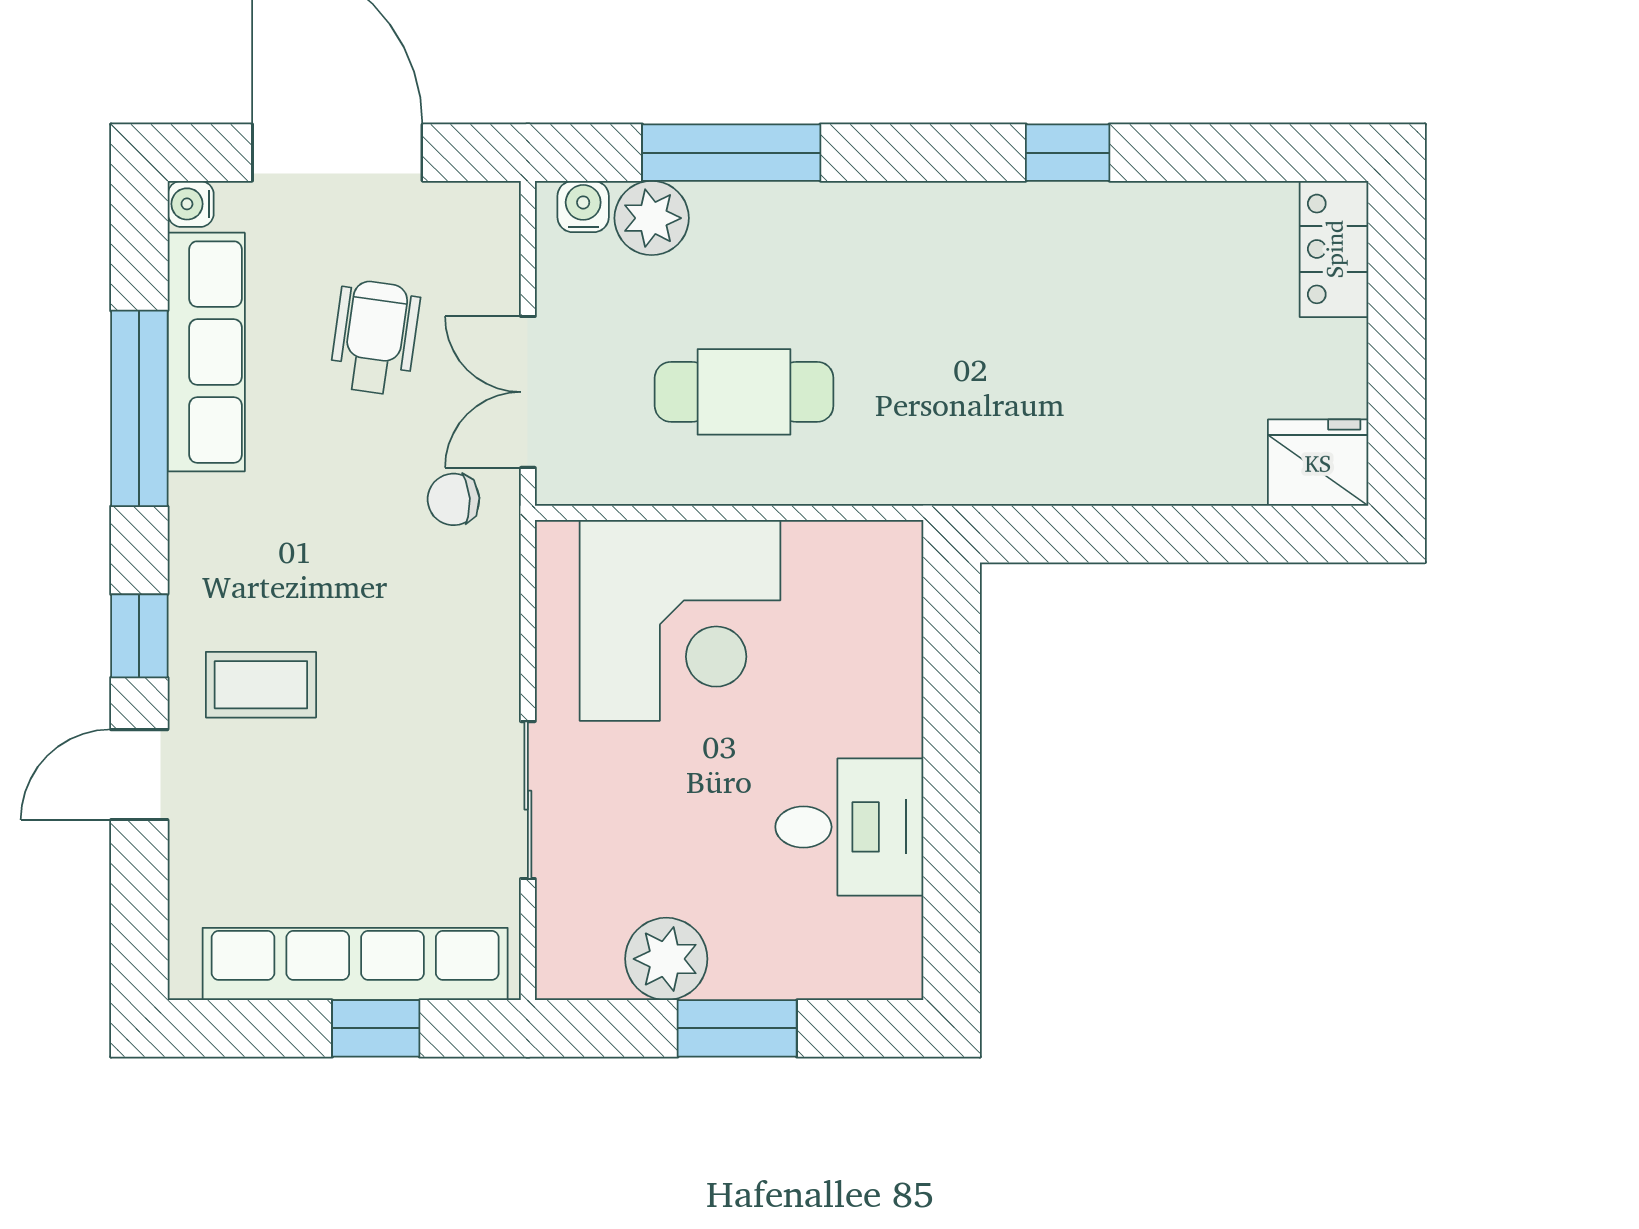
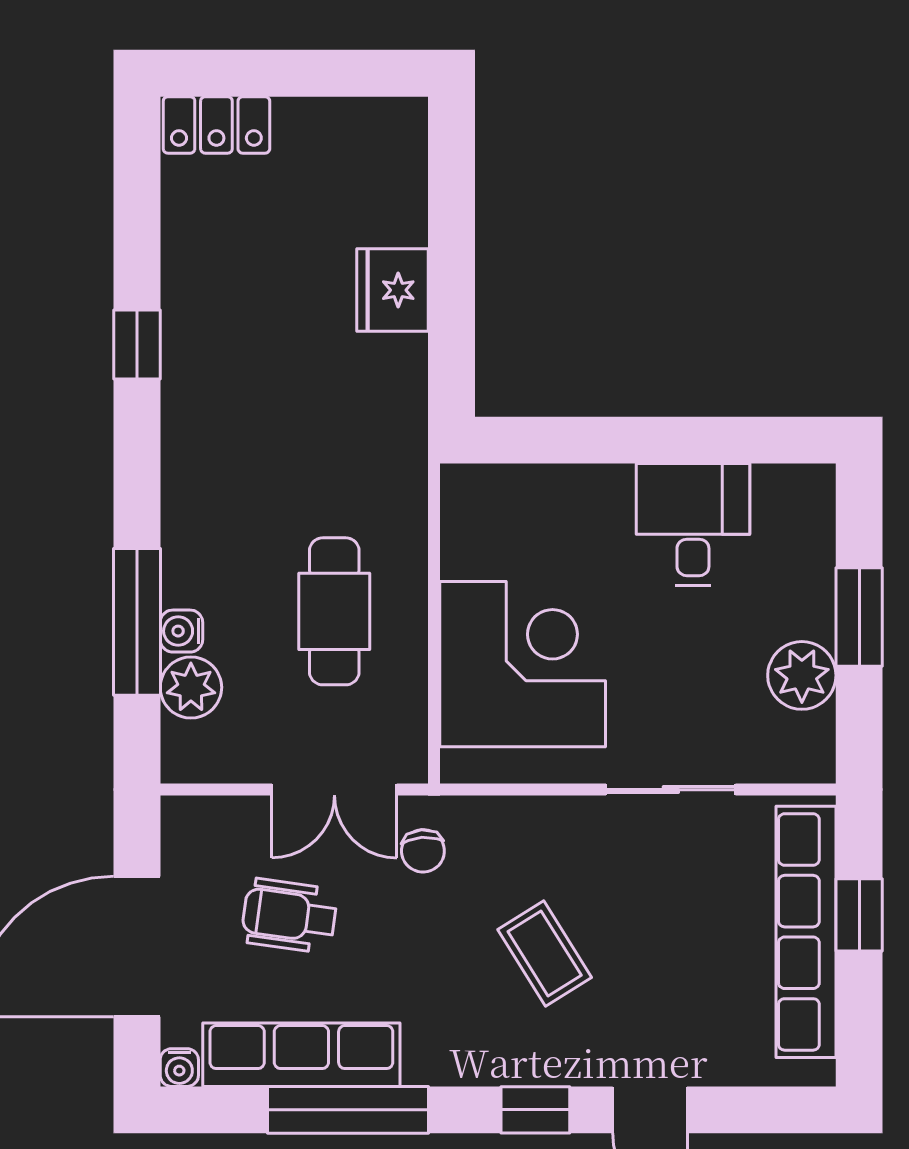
water cooler: (583, 207) -> (181, 631), moved
fridge: (1318, 463) -> (393, 290), moved
coffee table: (261, 685) -> (545, 953), moved, turned -32

